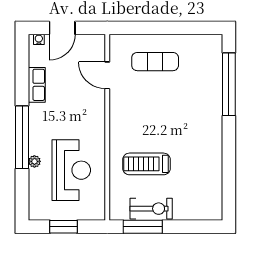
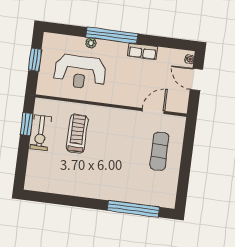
row of seats: (37, 85) -> (142, 51), moved
window: (143, 227) -> (27, 124), width x0.69

